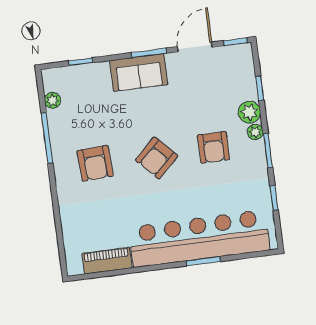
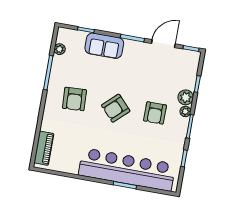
sofa: (139, 73) -> (104, 46), moved
piano: (107, 261) -> (44, 148), moved, turned 90

